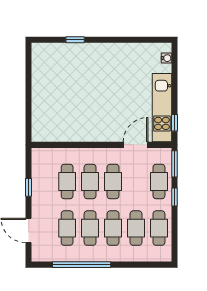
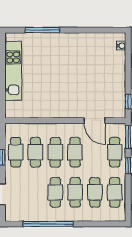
window: (75, 40) -> (42, 30), width x2.17
kitchen unit: (162, 108) -> (13, 71), moved, turned 180
door: (136, 145) -> (95, 121), swing flipped
cafe table: (67, 228) -> (16, 152), moved

